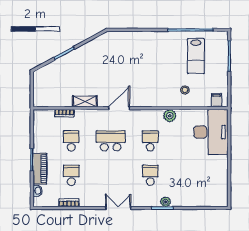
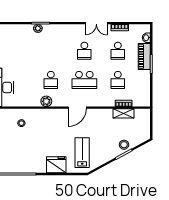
fridge: (144, 41) -> (56, 165), added
lab bench: (196, 56) -> (82, 153), moved
stool: (64, 65) -> (124, 145), added
shelving: (85, 101) -> (123, 113), moved
plant: (170, 116) -> (46, 101), moved
school desk: (150, 175) -> (84, 51), moved
double door: (118, 208) -> (96, 23), moved

